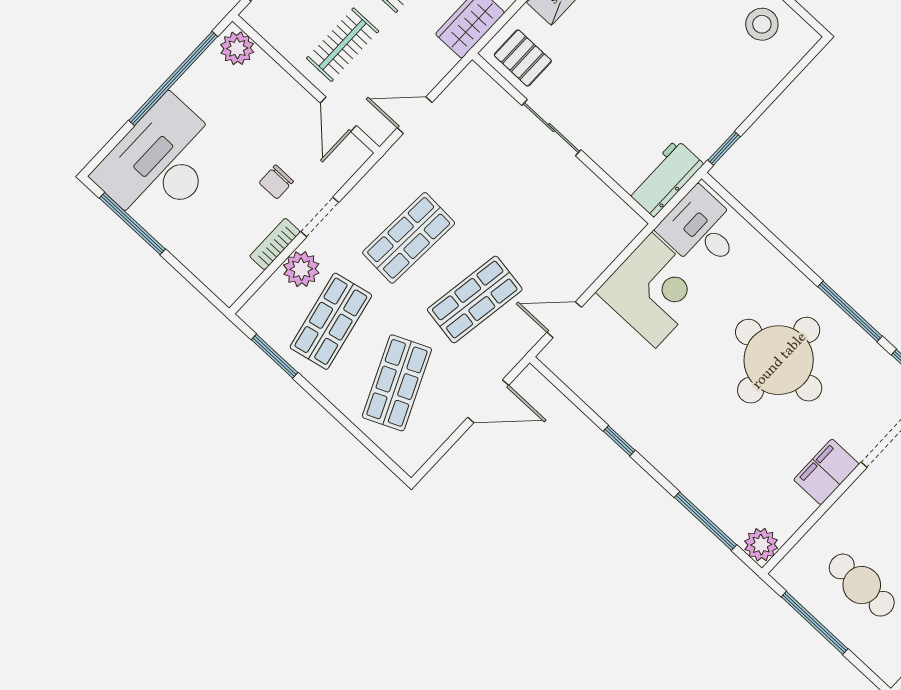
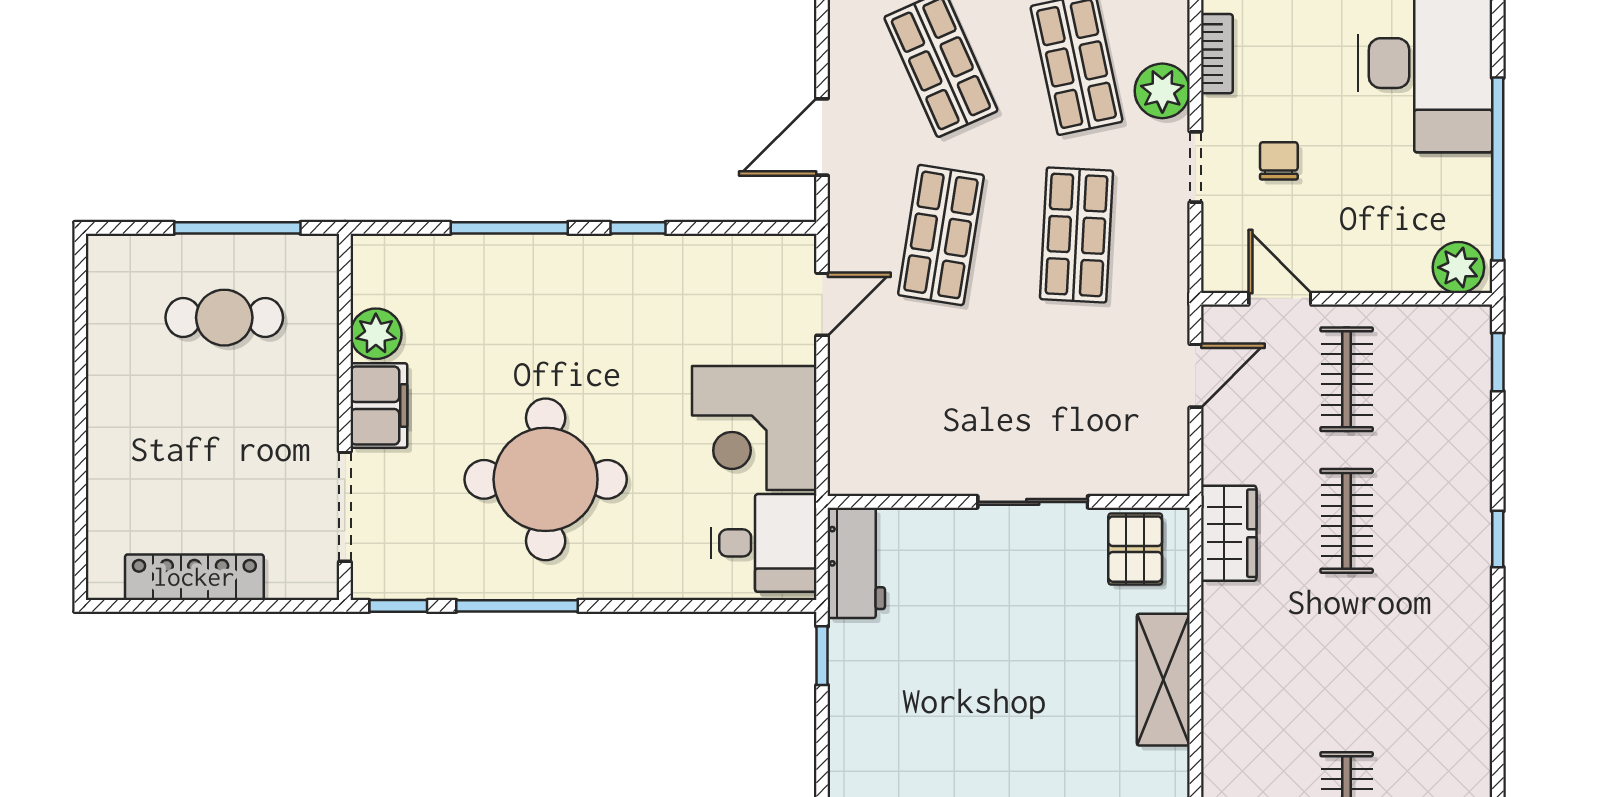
pallet: (523, 58) -> (1135, 549), turned 90
bookcase: (275, 244) -> (1217, 54), moved
window: (705, 521) -> (509, 228), moved
plant: (761, 545) -> (376, 334), moved

